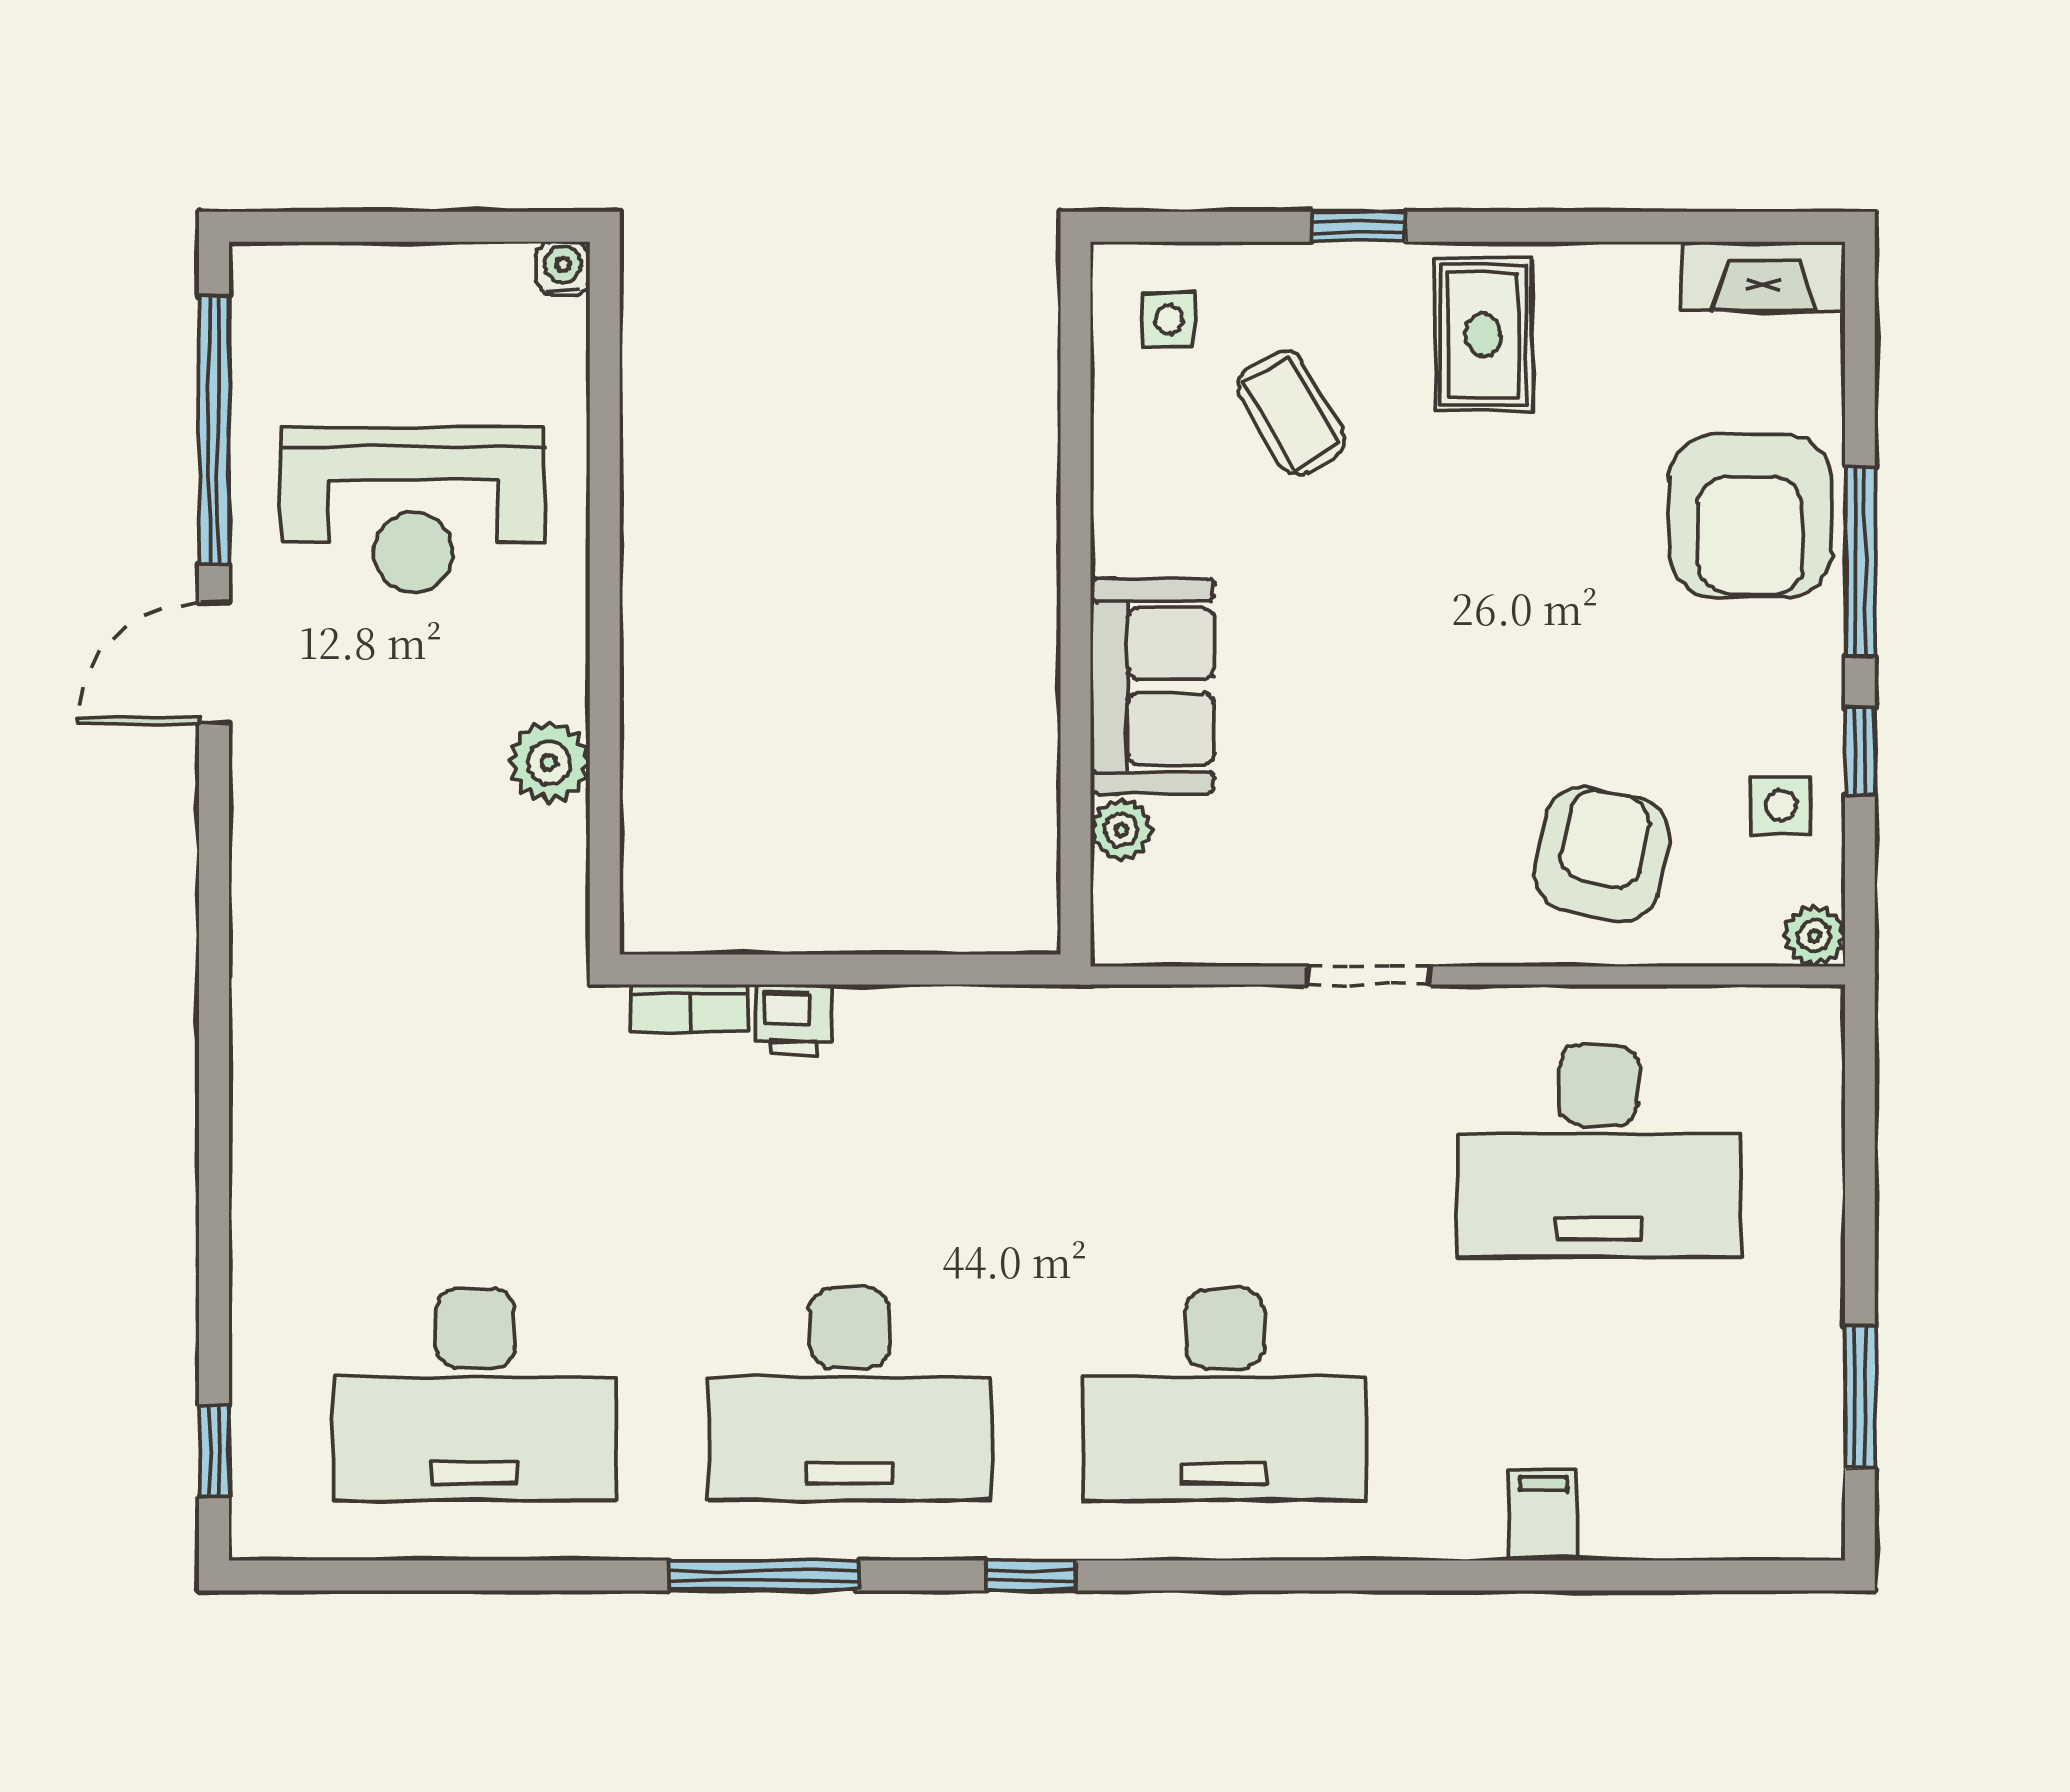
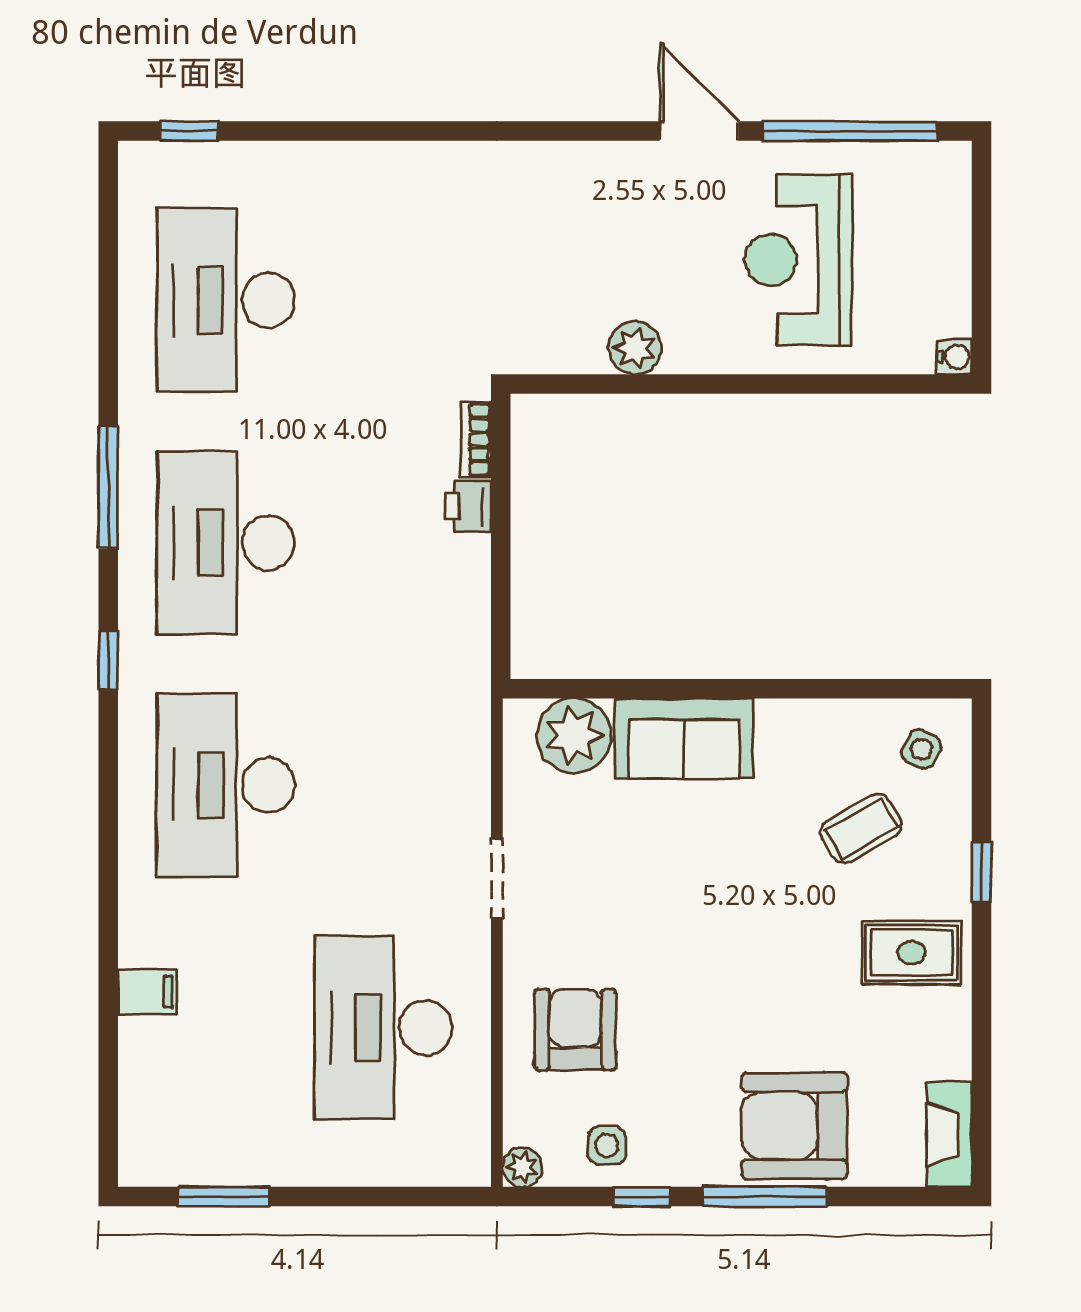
side table: (1169, 320) -> (921, 749), turned 30
plant: (1121, 830) -> (574, 736), width x1.88, depth x1.88
armchair: (1602, 854) -> (575, 1030), turned -102

